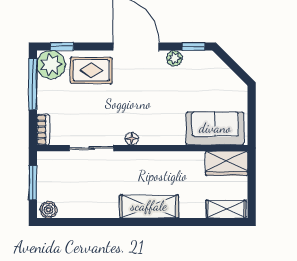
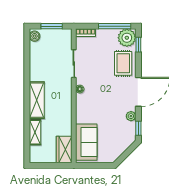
shelving: (226, 209) -> (35, 132), moved

